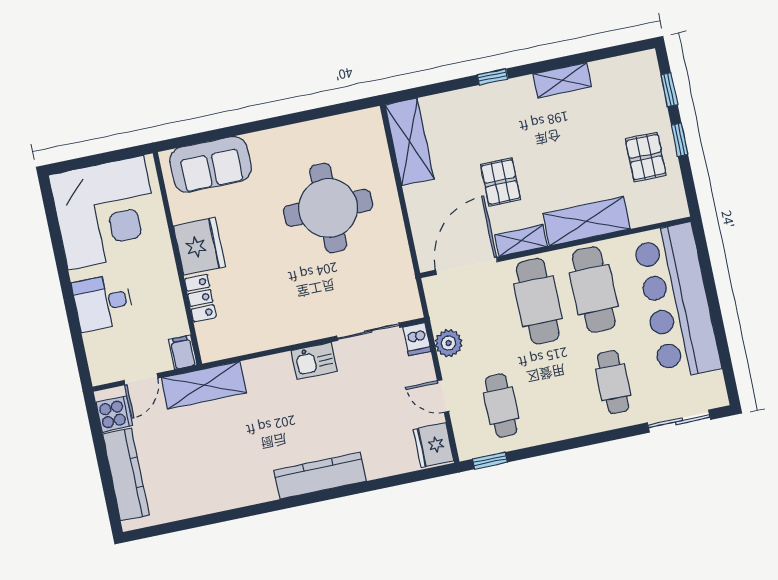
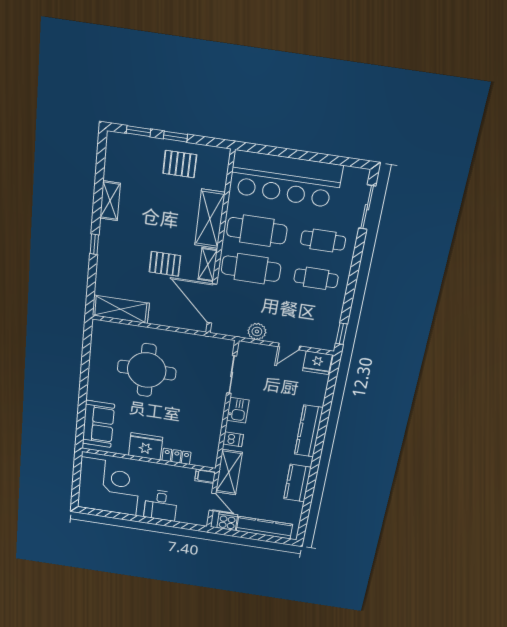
dishwasher: (417, 339) -> (233, 439), moved
cafe table: (501, 406) -> (316, 278), moved
kitchen counter: (225, 494) -> (297, 483), added

